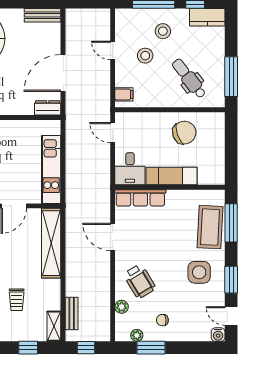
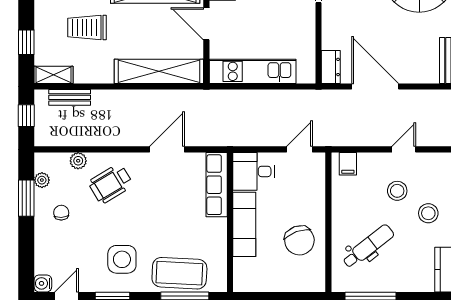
trolley: (17, 300) -> (87, 27), width x1.36, depth x1.39

